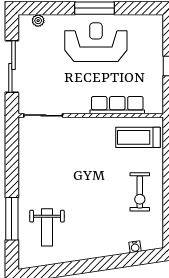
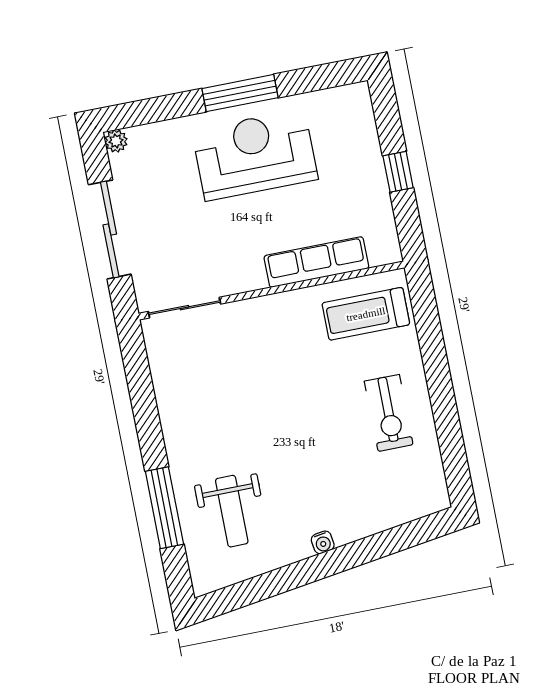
plant: (38, 21) -> (116, 141), moved
water cooler: (135, 247) -> (323, 542), moved

